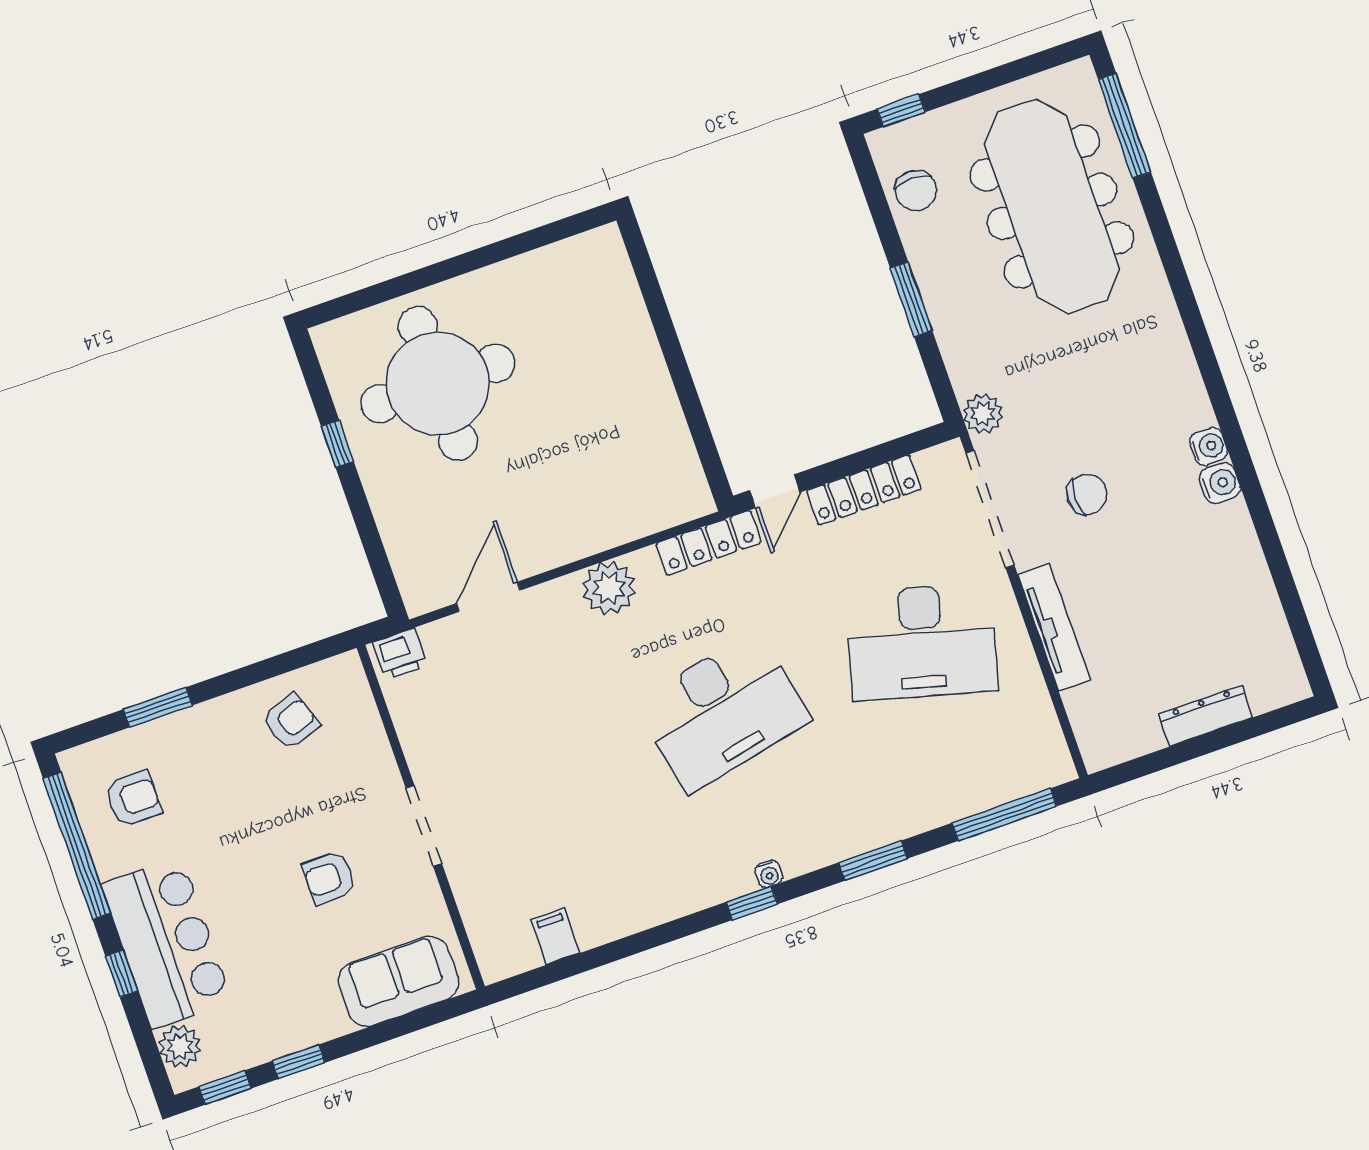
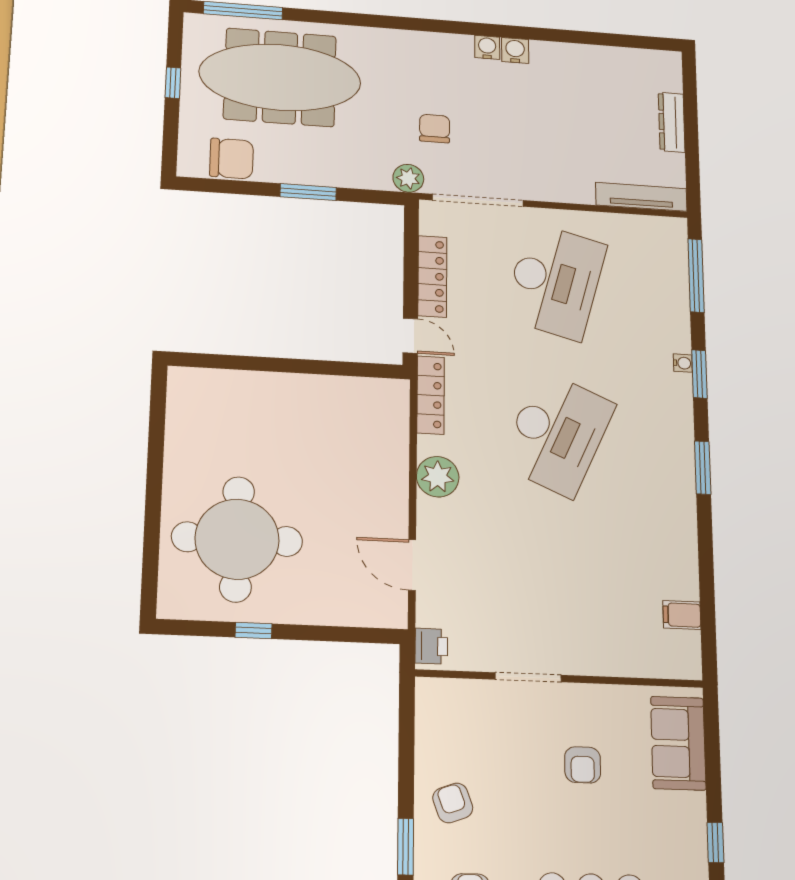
window: (901, 110) -> (173, 83), moved
chair: (916, 190) -> (231, 159), width x1.37, depth x1.37
chair: (1087, 494) -> (435, 128), moved
tv unit: (1054, 627) -> (641, 197), moved
desk: (722, 711) -> (557, 434), turned 36
armchair: (291, 722) -> (453, 803), moved
doorway: (424, 826) -> (528, 677), moved
water cooler: (769, 874) -> (683, 363), moved
window: (752, 903) -> (703, 468), width x1.50

